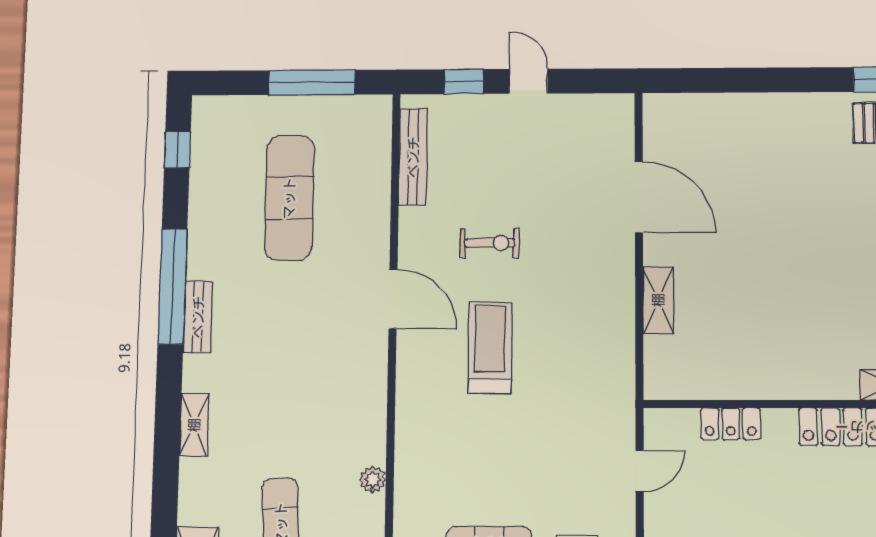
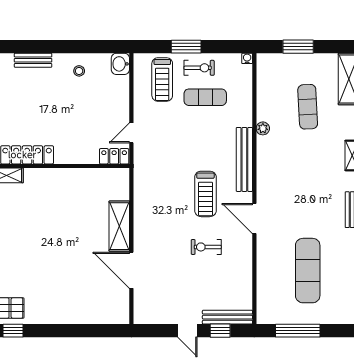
bench: (413, 157) -> (227, 317), moved, turned 90
shelving: (658, 300) -> (119, 226), width x1.50, depth x1.33
bench: (411, 417) -> (244, 159), added
locker: (731, 424) -> (114, 156), moved

